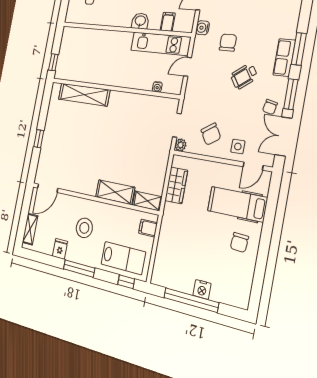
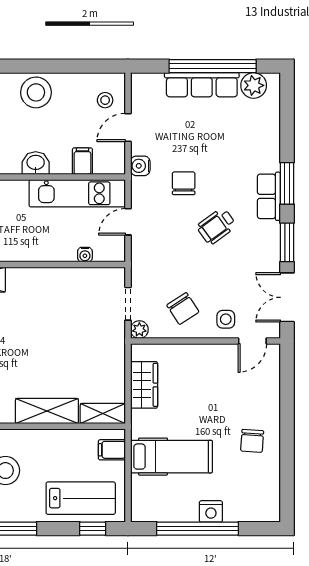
chair: (270, 107) -> (261, 262), removed
hospital bed: (237, 204) -> (171, 457), moved, turned 180

